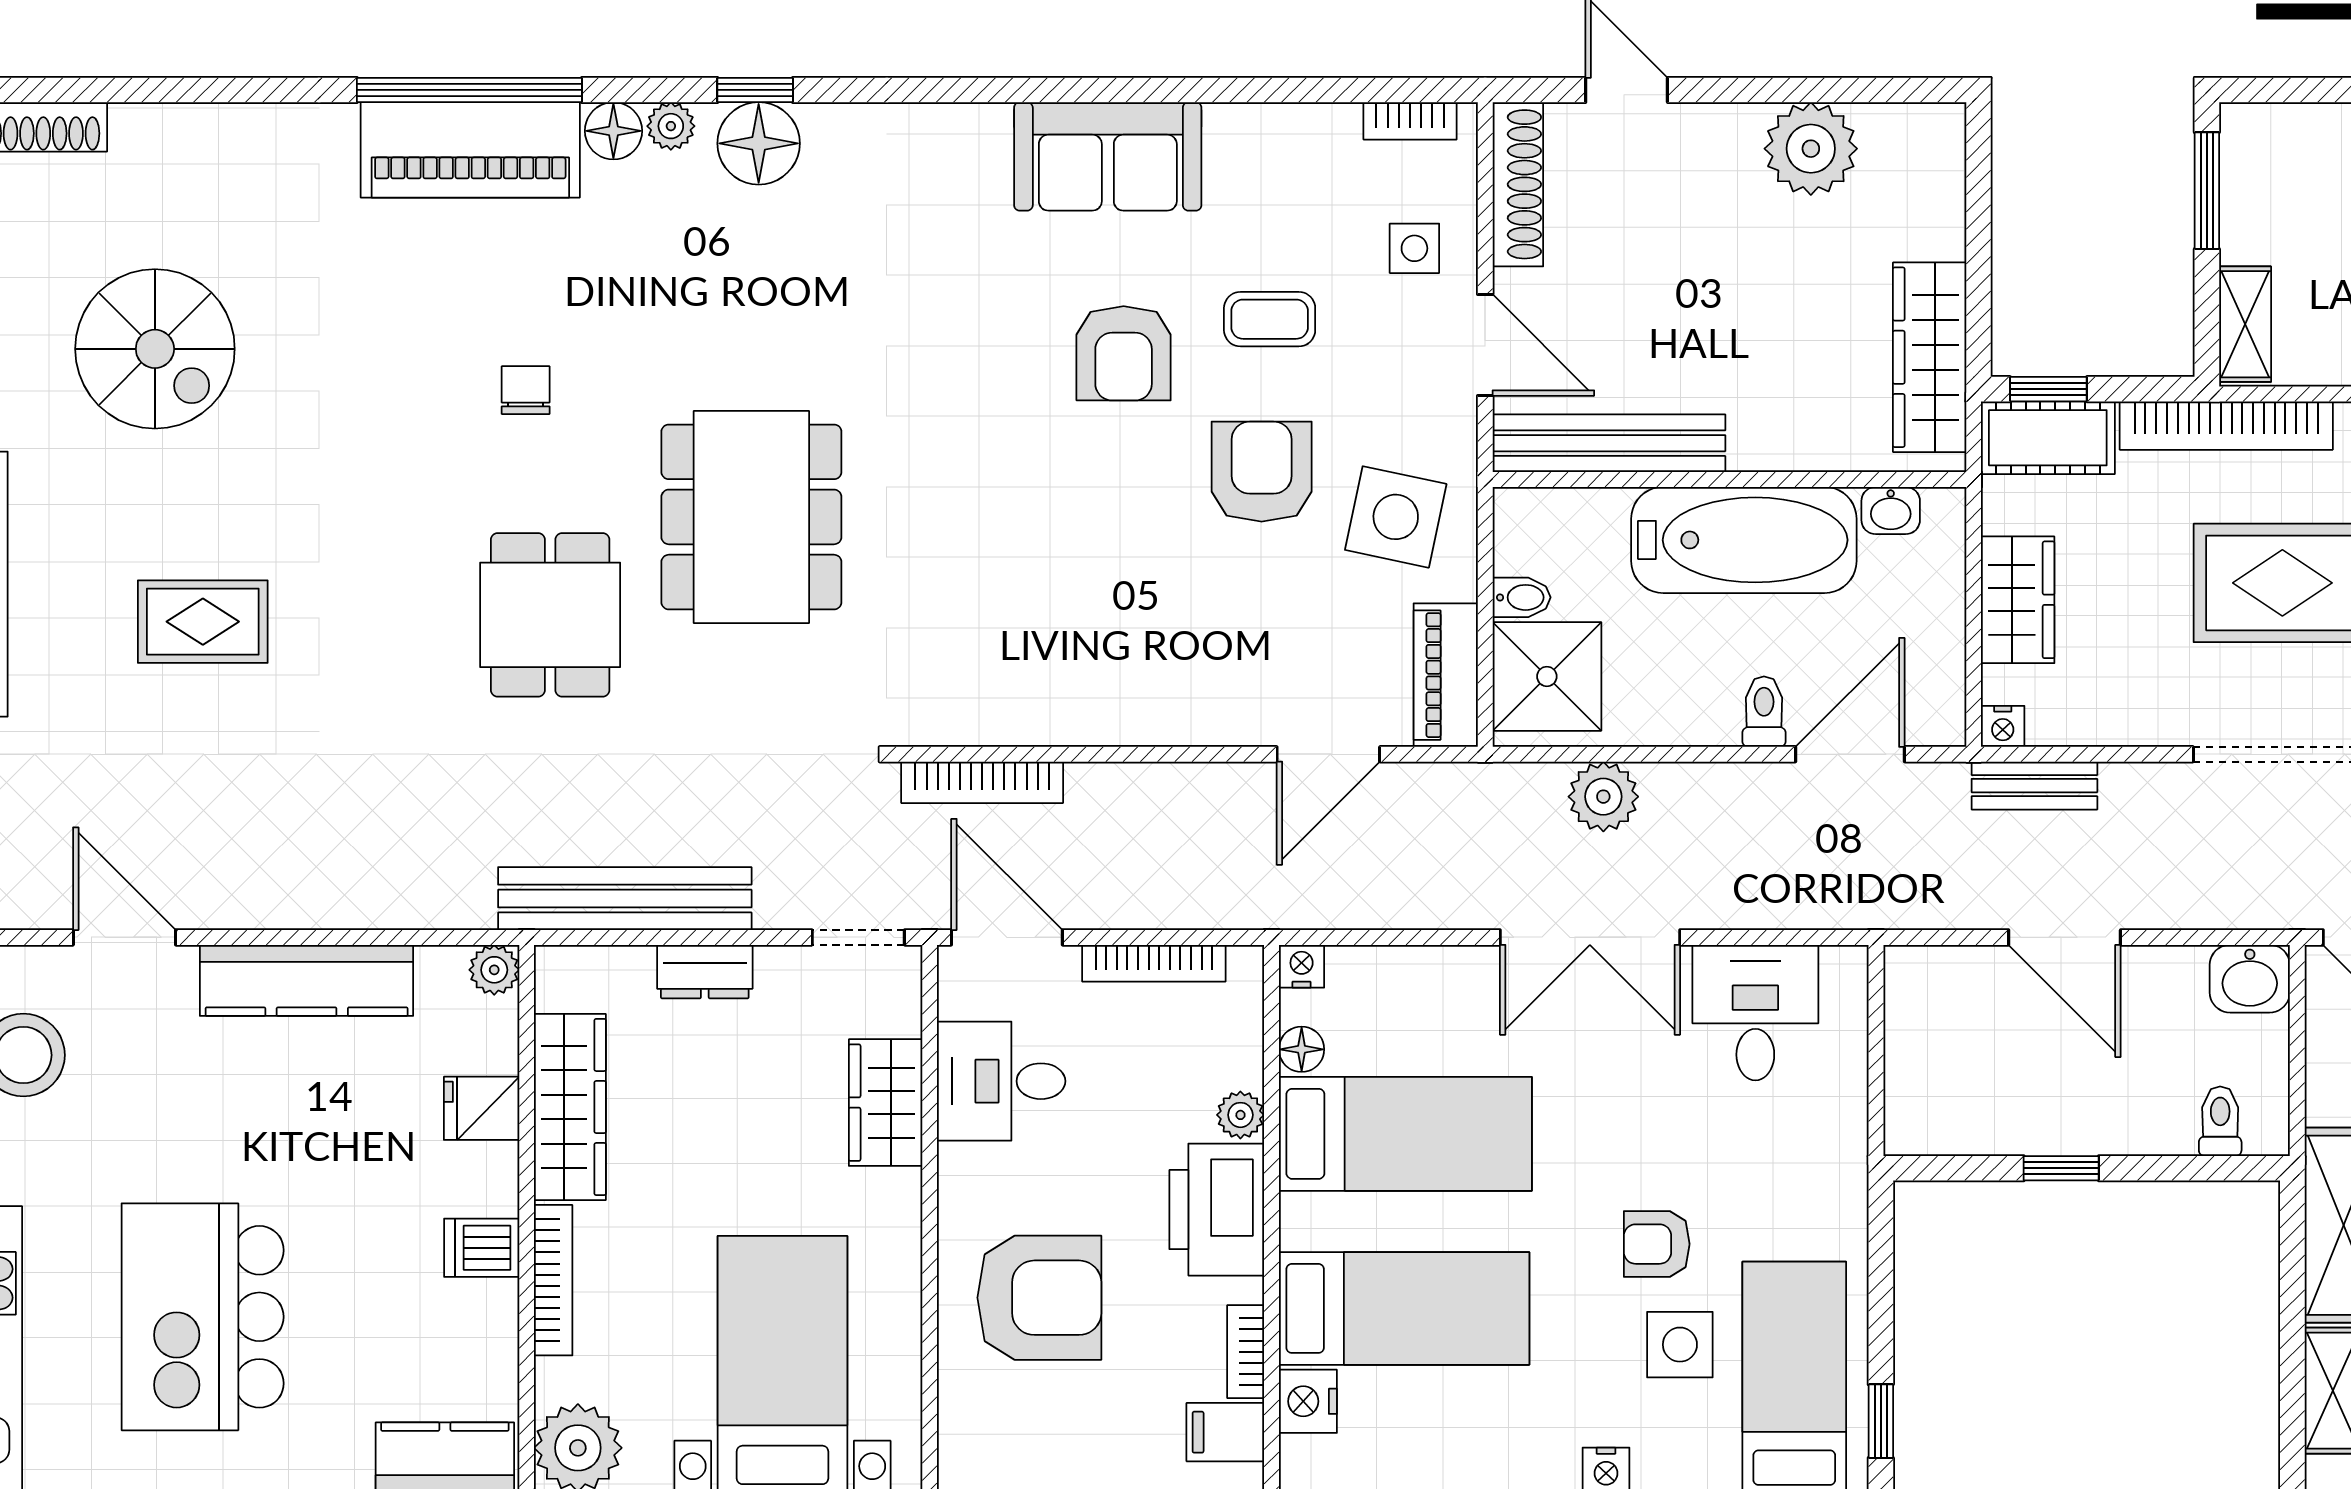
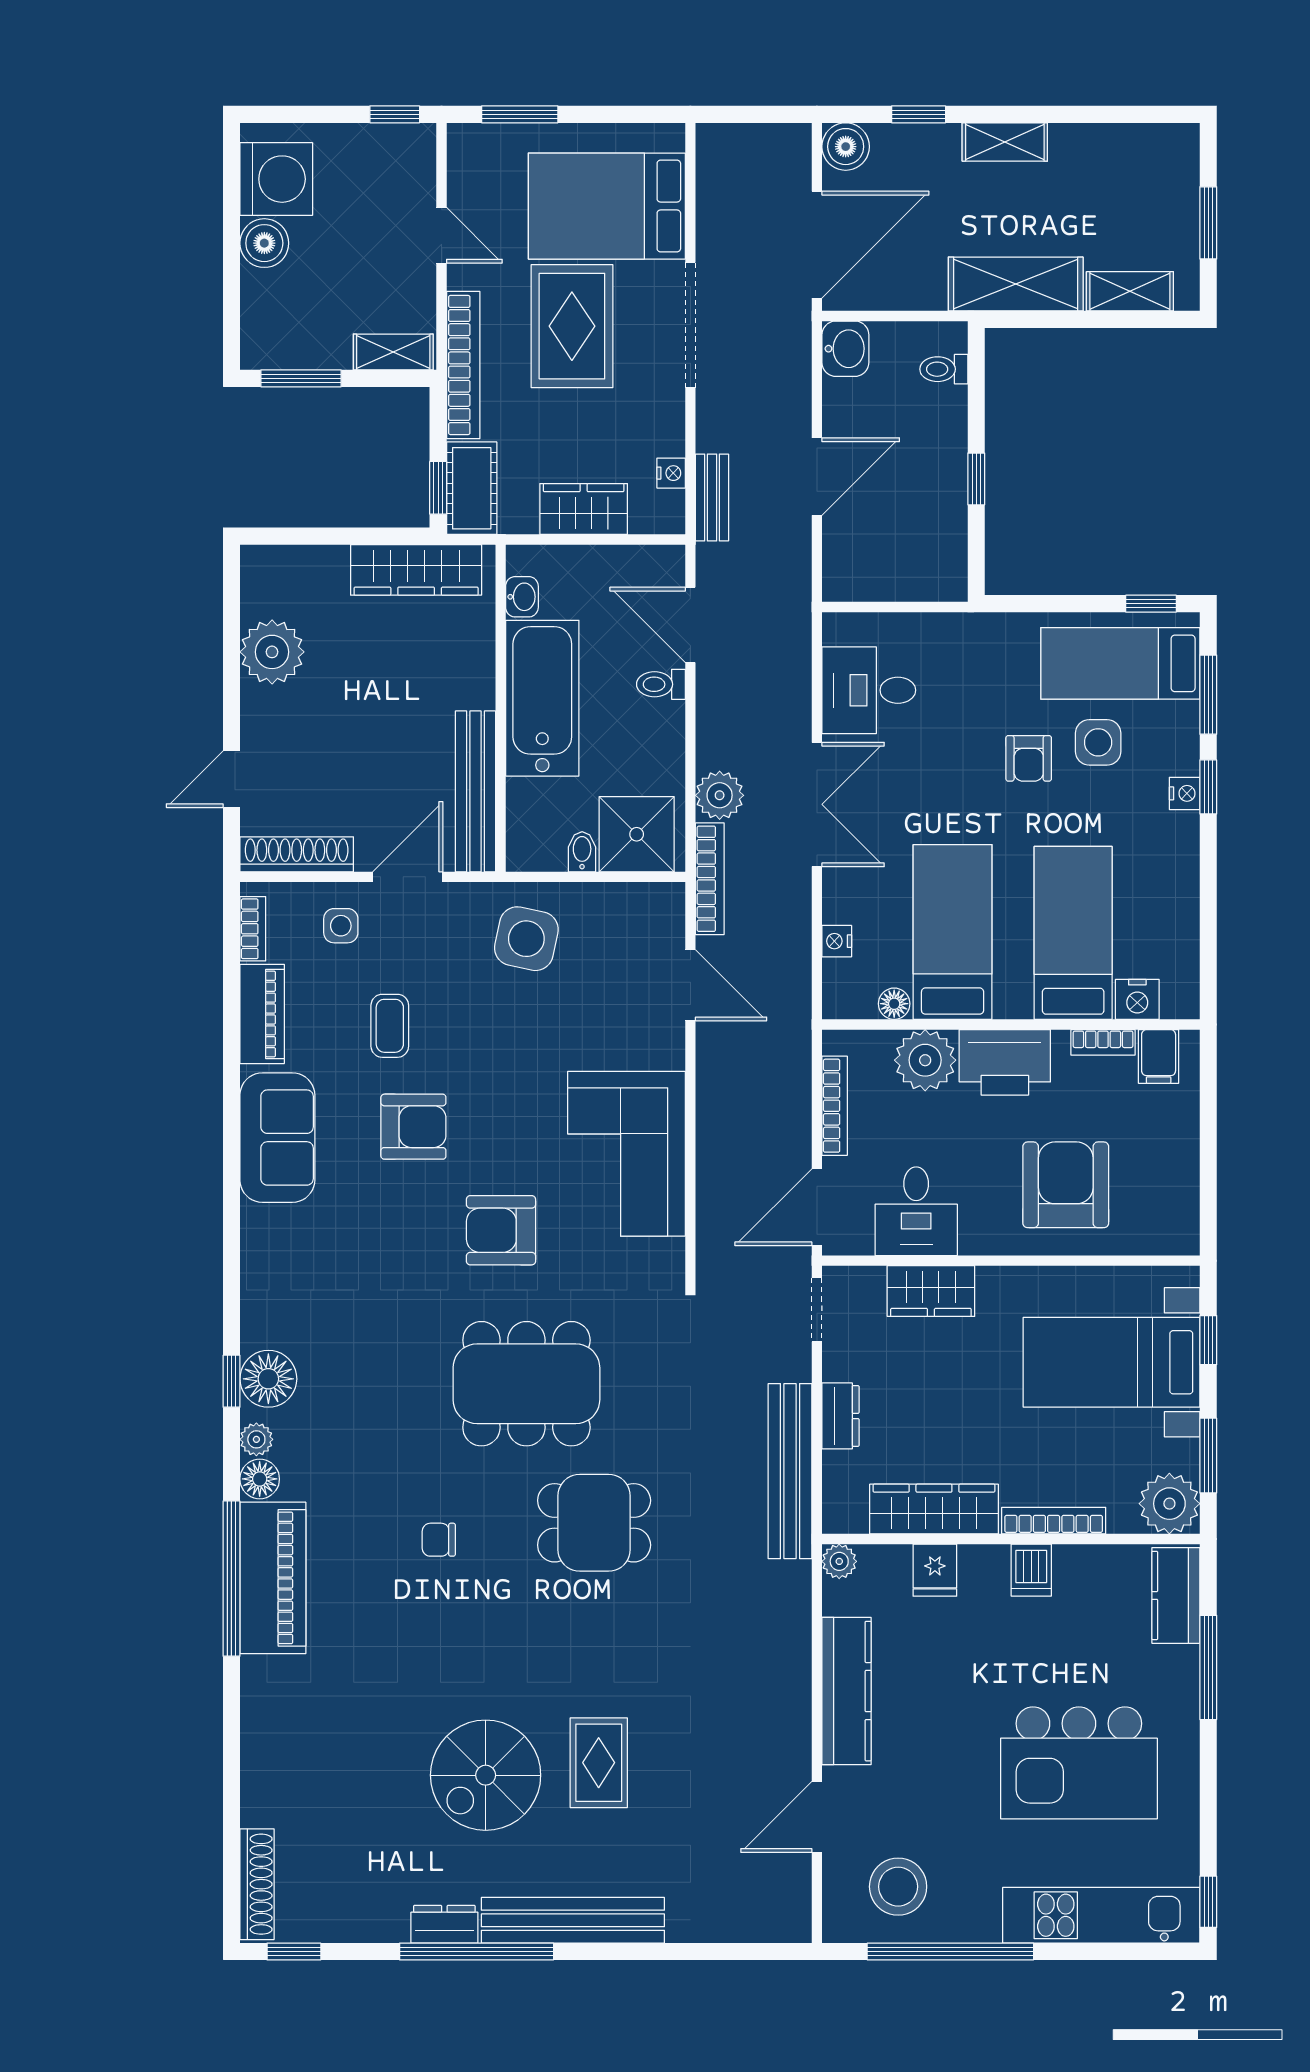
spiral stairs: (155, 349) -> (486, 1775), moved, turned 180
armchair: (1262, 472) -> (501, 1230), moved
corner sofa: (1084, 662) -> (626, 1154), added
piano: (1446, 675) -> (262, 1014), moved, turned -90
nightstand: (2003, 726) -> (671, 473), moved
bookcase: (982, 782) -> (710, 879), moved
nightstand: (1302, 966) -> (837, 941), moved
plant: (1240, 1115) -> (925, 1060), width x1.88, depth x1.88

